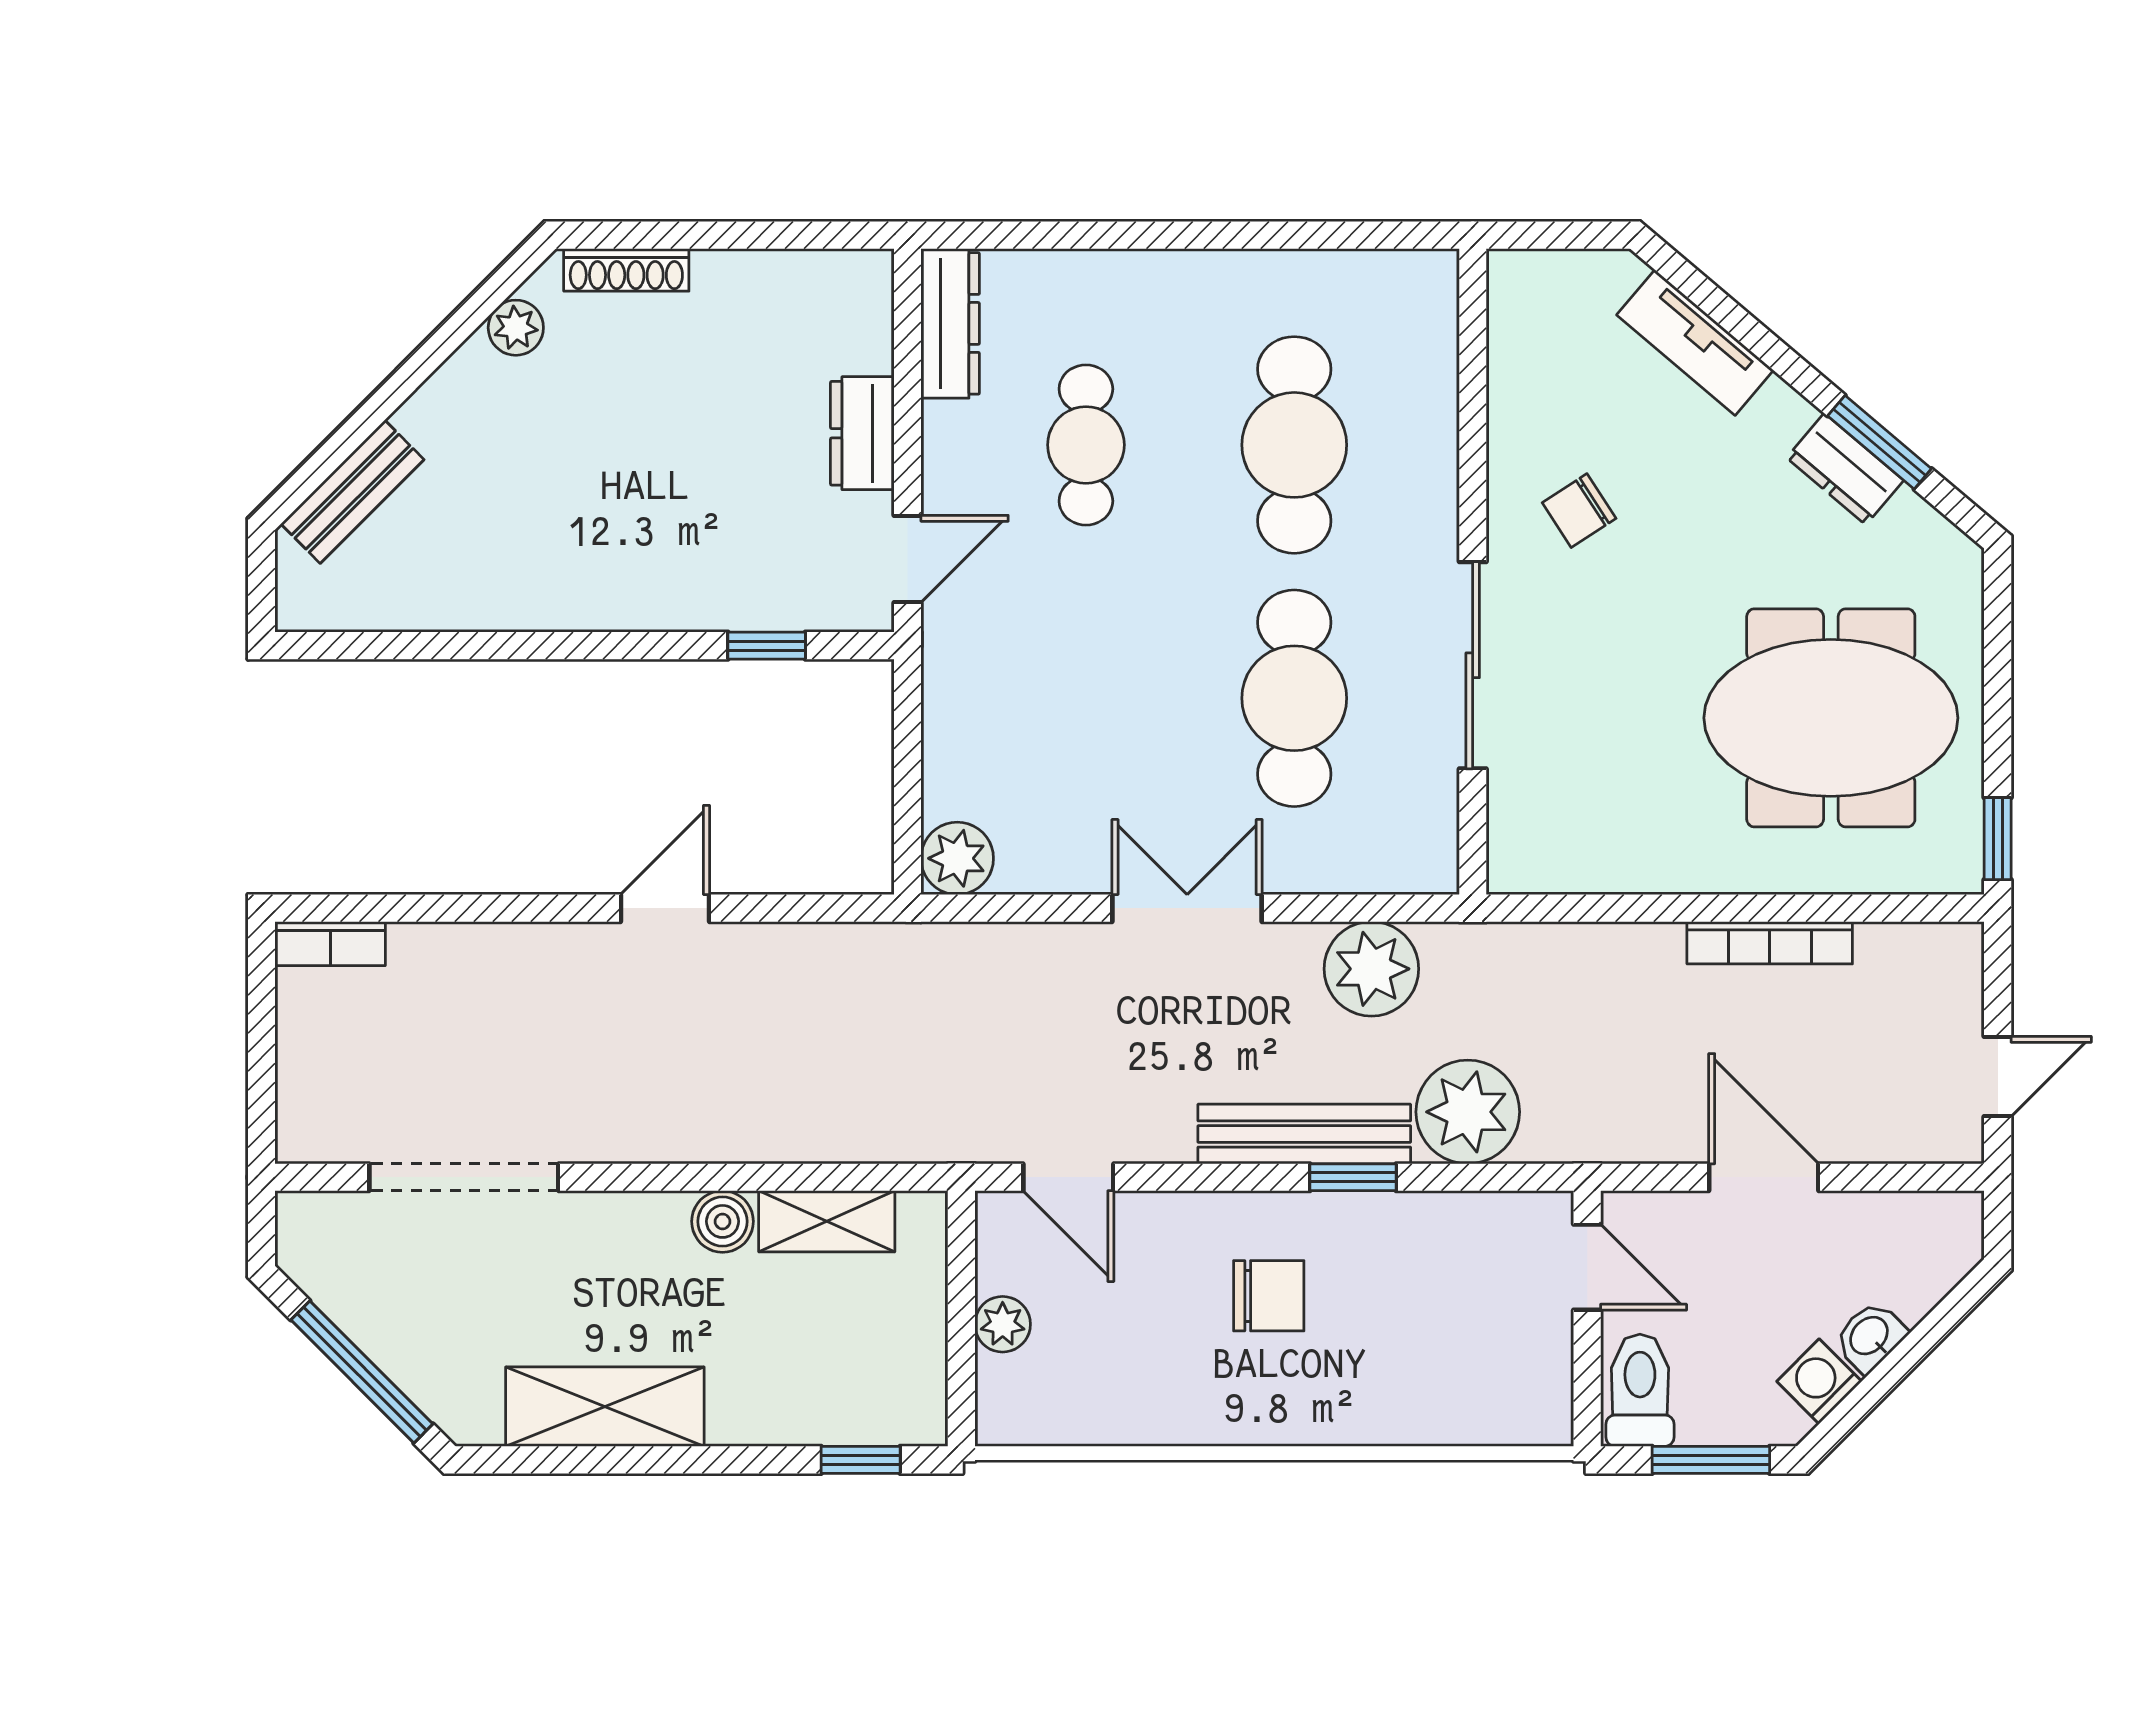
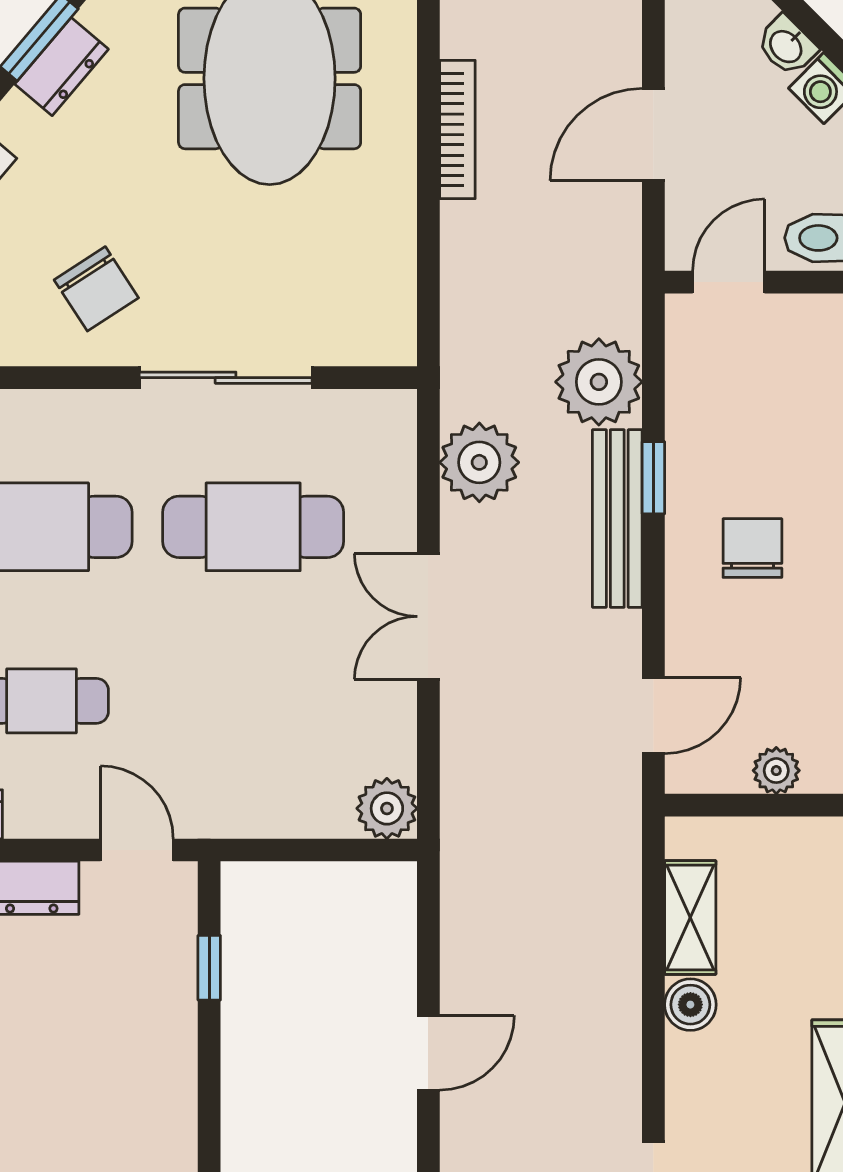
chair: (1579, 511) -> (96, 289), width x1.37, depth x1.37
door: (665, 908) -> (428, 1053), swing flipped

